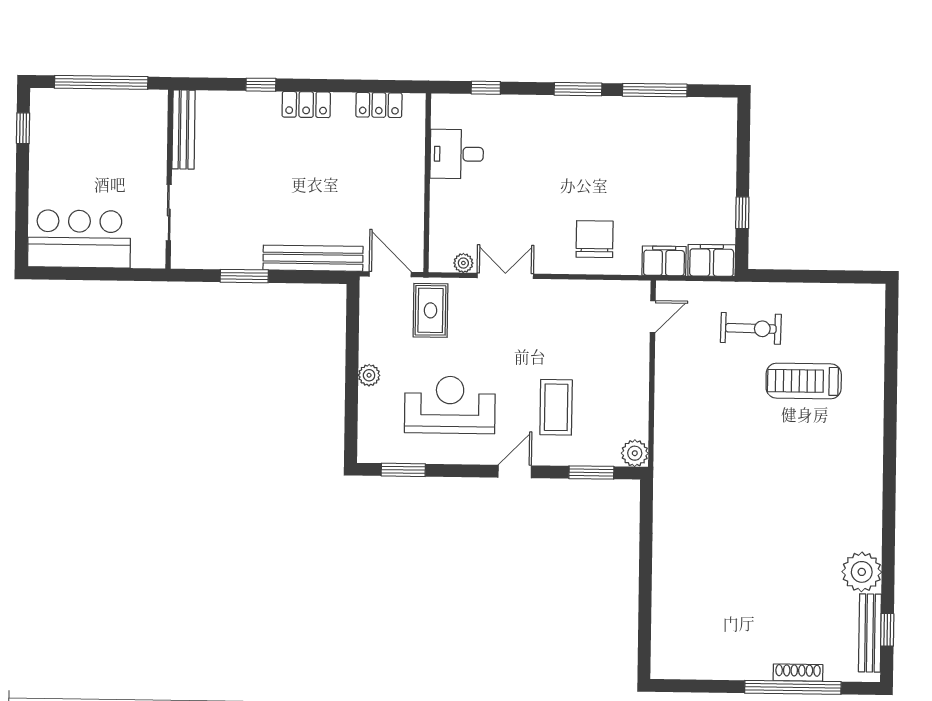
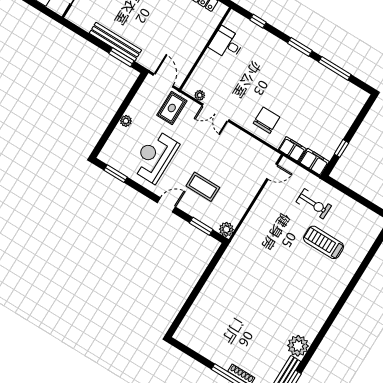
bench: (313, 258) -> (115, 42), moved
window: (244, 276) -> (121, 57), moved
double door: (505, 276) -> (215, 113), swing flipped
reception desk: (450, 405) -> (155, 157), turned -90
coffee table: (556, 407) -> (203, 187), turned 90

